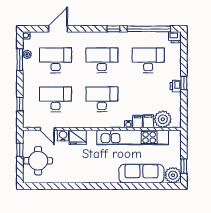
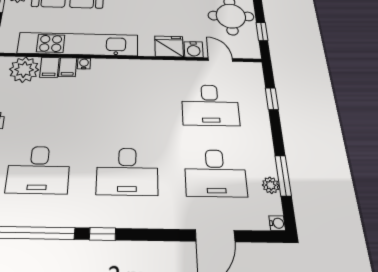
desk: (102, 99) -> (128, 103), removed

